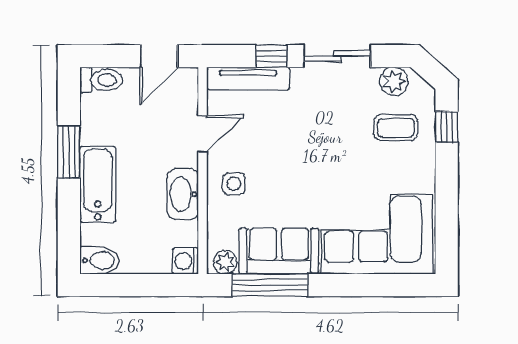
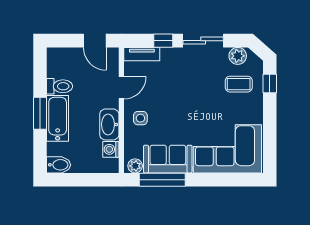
door: (159, 56) -> (95, 41), hinge flipped
tv unit: (248, 78) -> (142, 54), width x0.71
toilet: (101, 80) -> (60, 86), moved
window: (69, 152) -> (40, 113), moved
washing machine: (185, 261) -> (111, 149), moved

